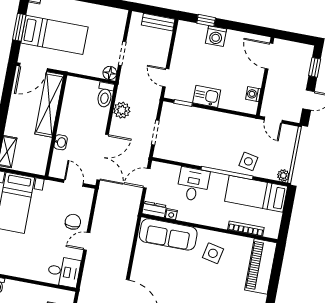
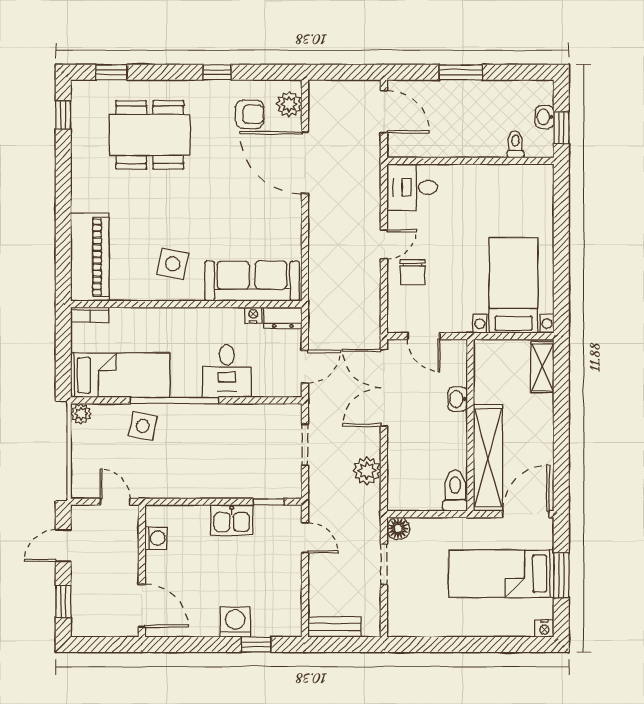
toilet: (105, 95) -> (455, 491), moved
bookcase: (246, 229) -> (90, 315), moved, width x0.64

